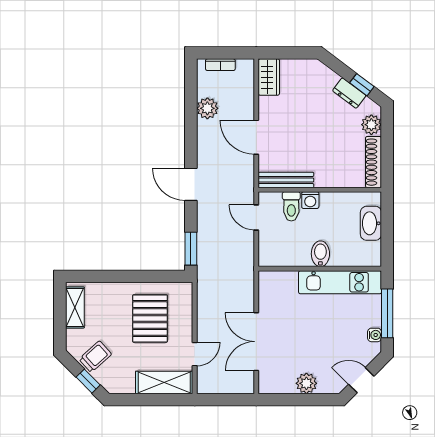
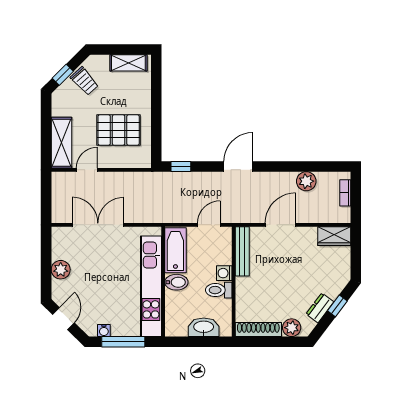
window: (362, 85) -> (337, 306), moved
toilet: (291, 206) -> (219, 290), moved
window: (191, 249) -> (181, 166), width x0.67
bathtub: (285, 255) -> (175, 250), added
kitchen unit: (340, 282) -> (151, 286), width x1.36
door: (195, 354) -> (87, 170), swing flipped

